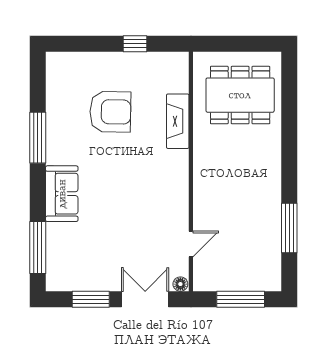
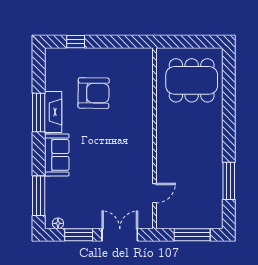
window: (135, 44) -> (76, 42), moved
fireplace: (178, 121) -> (53, 112), moved, turned 180
floor lamp: (180, 284) -> (58, 223), moved

